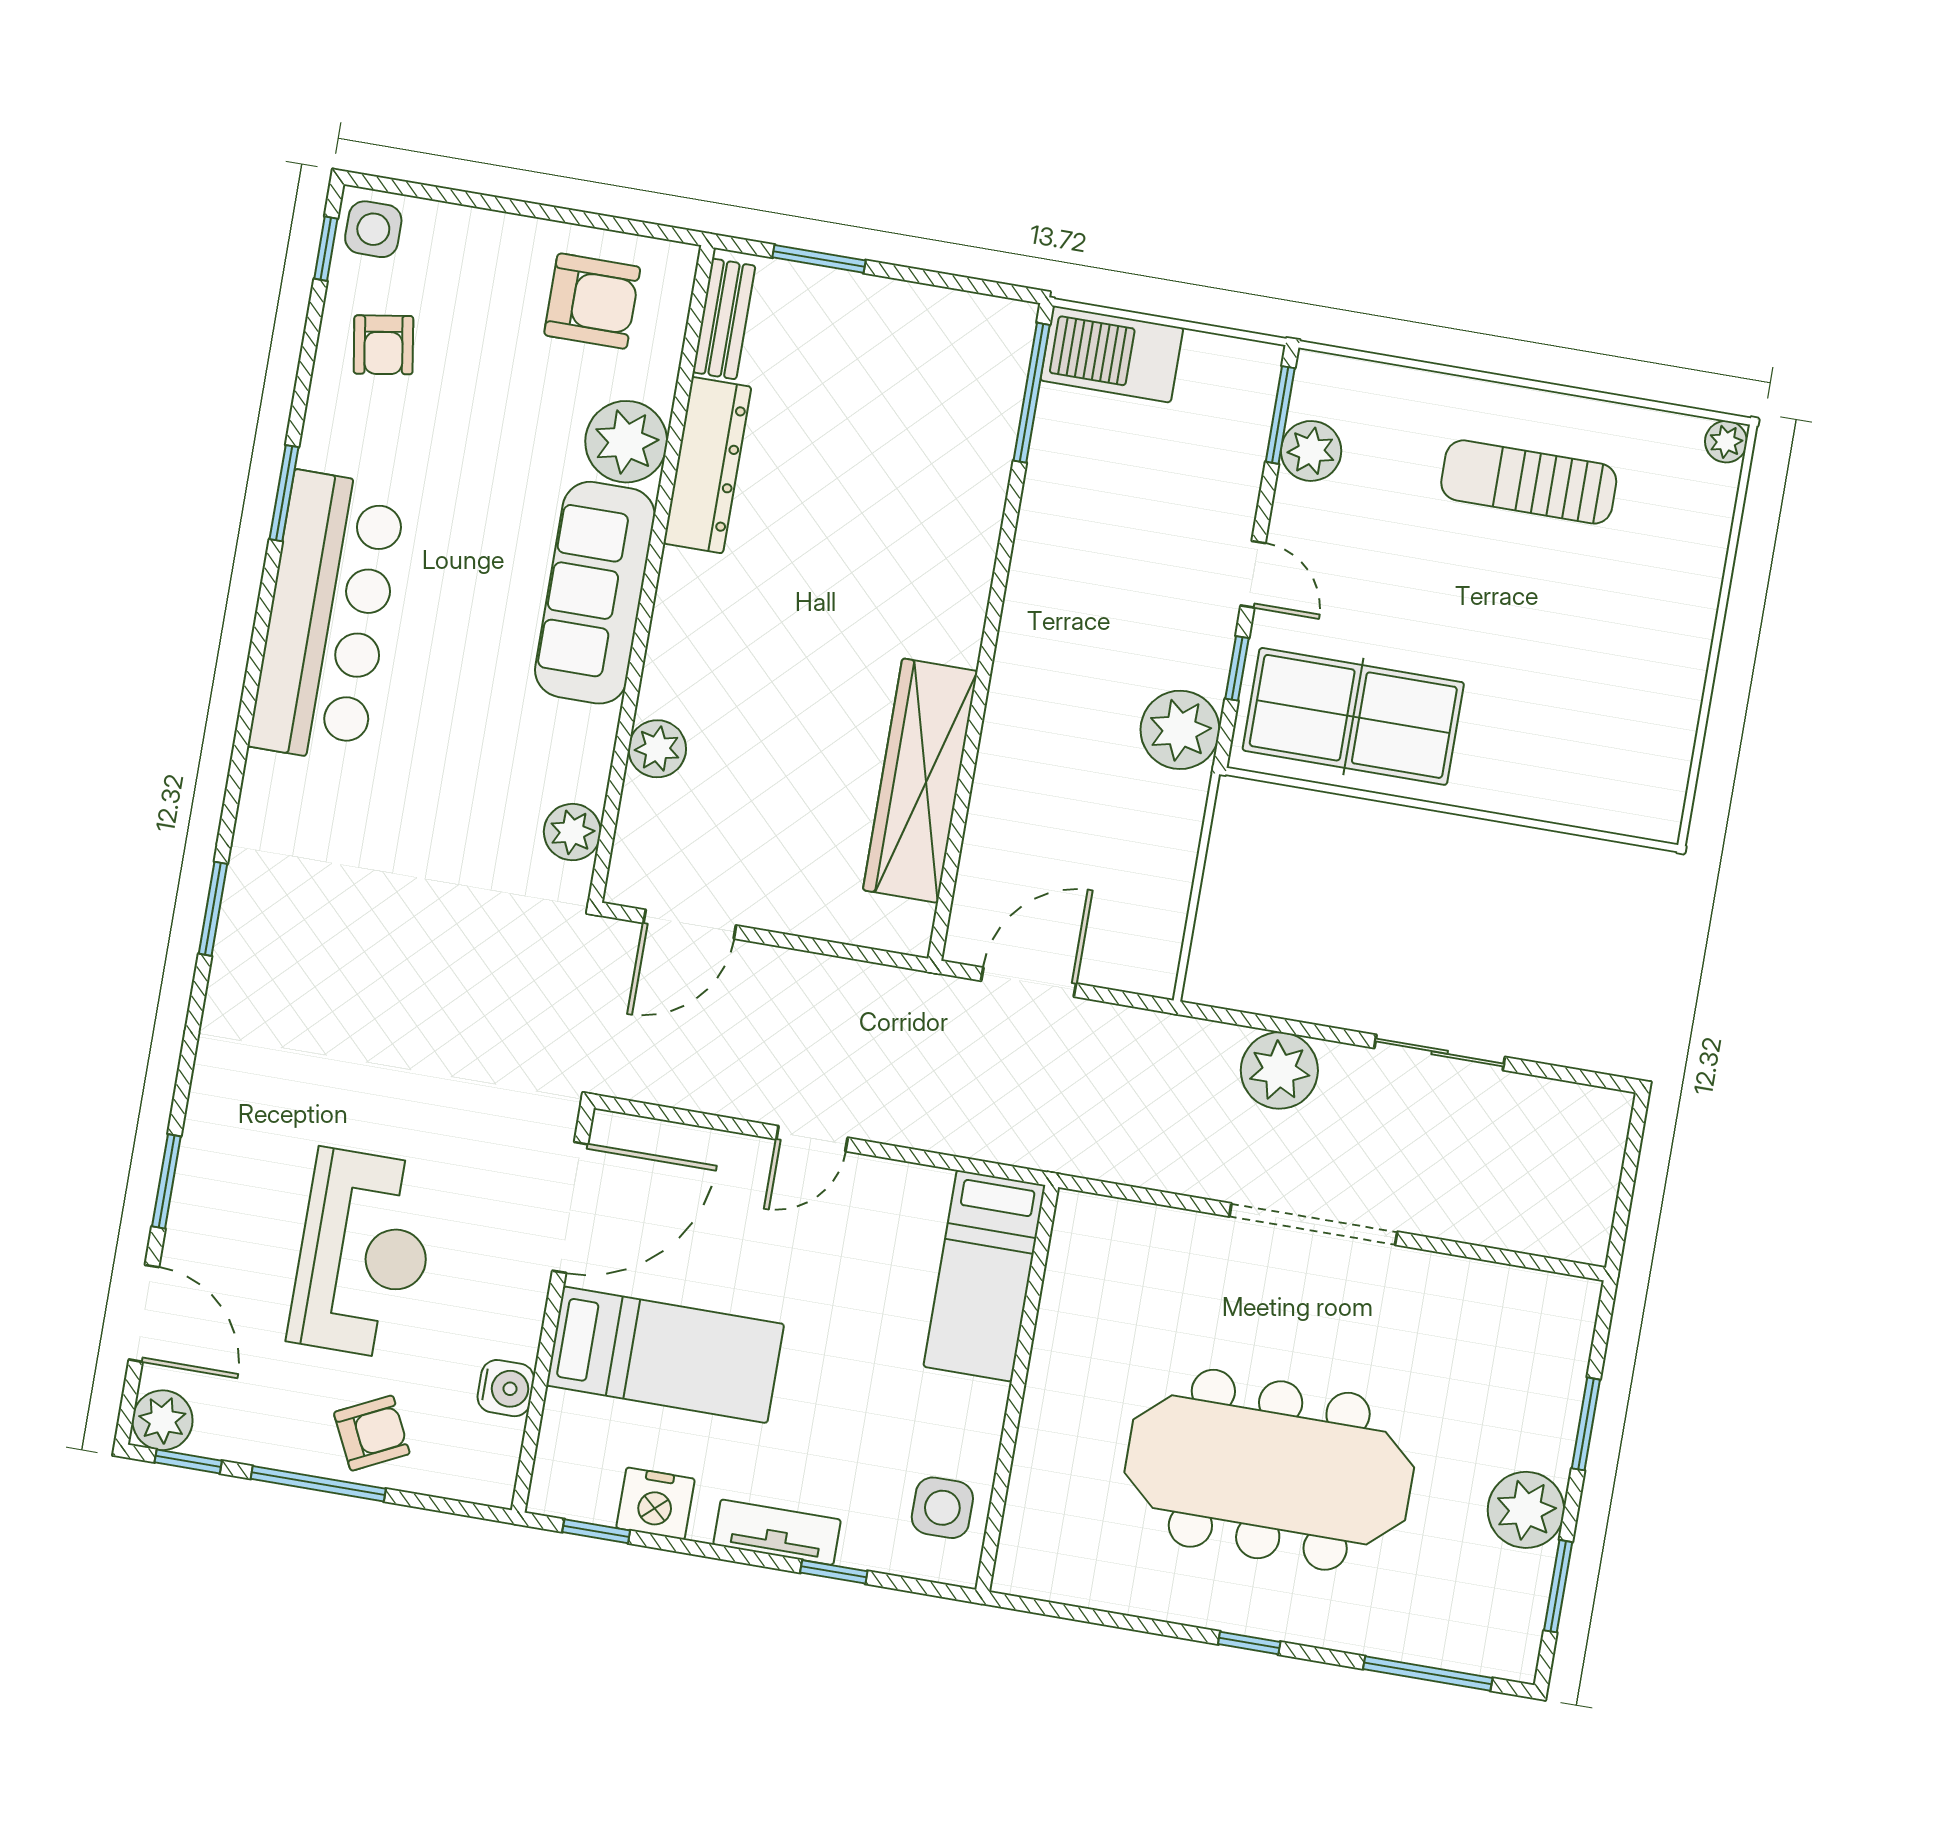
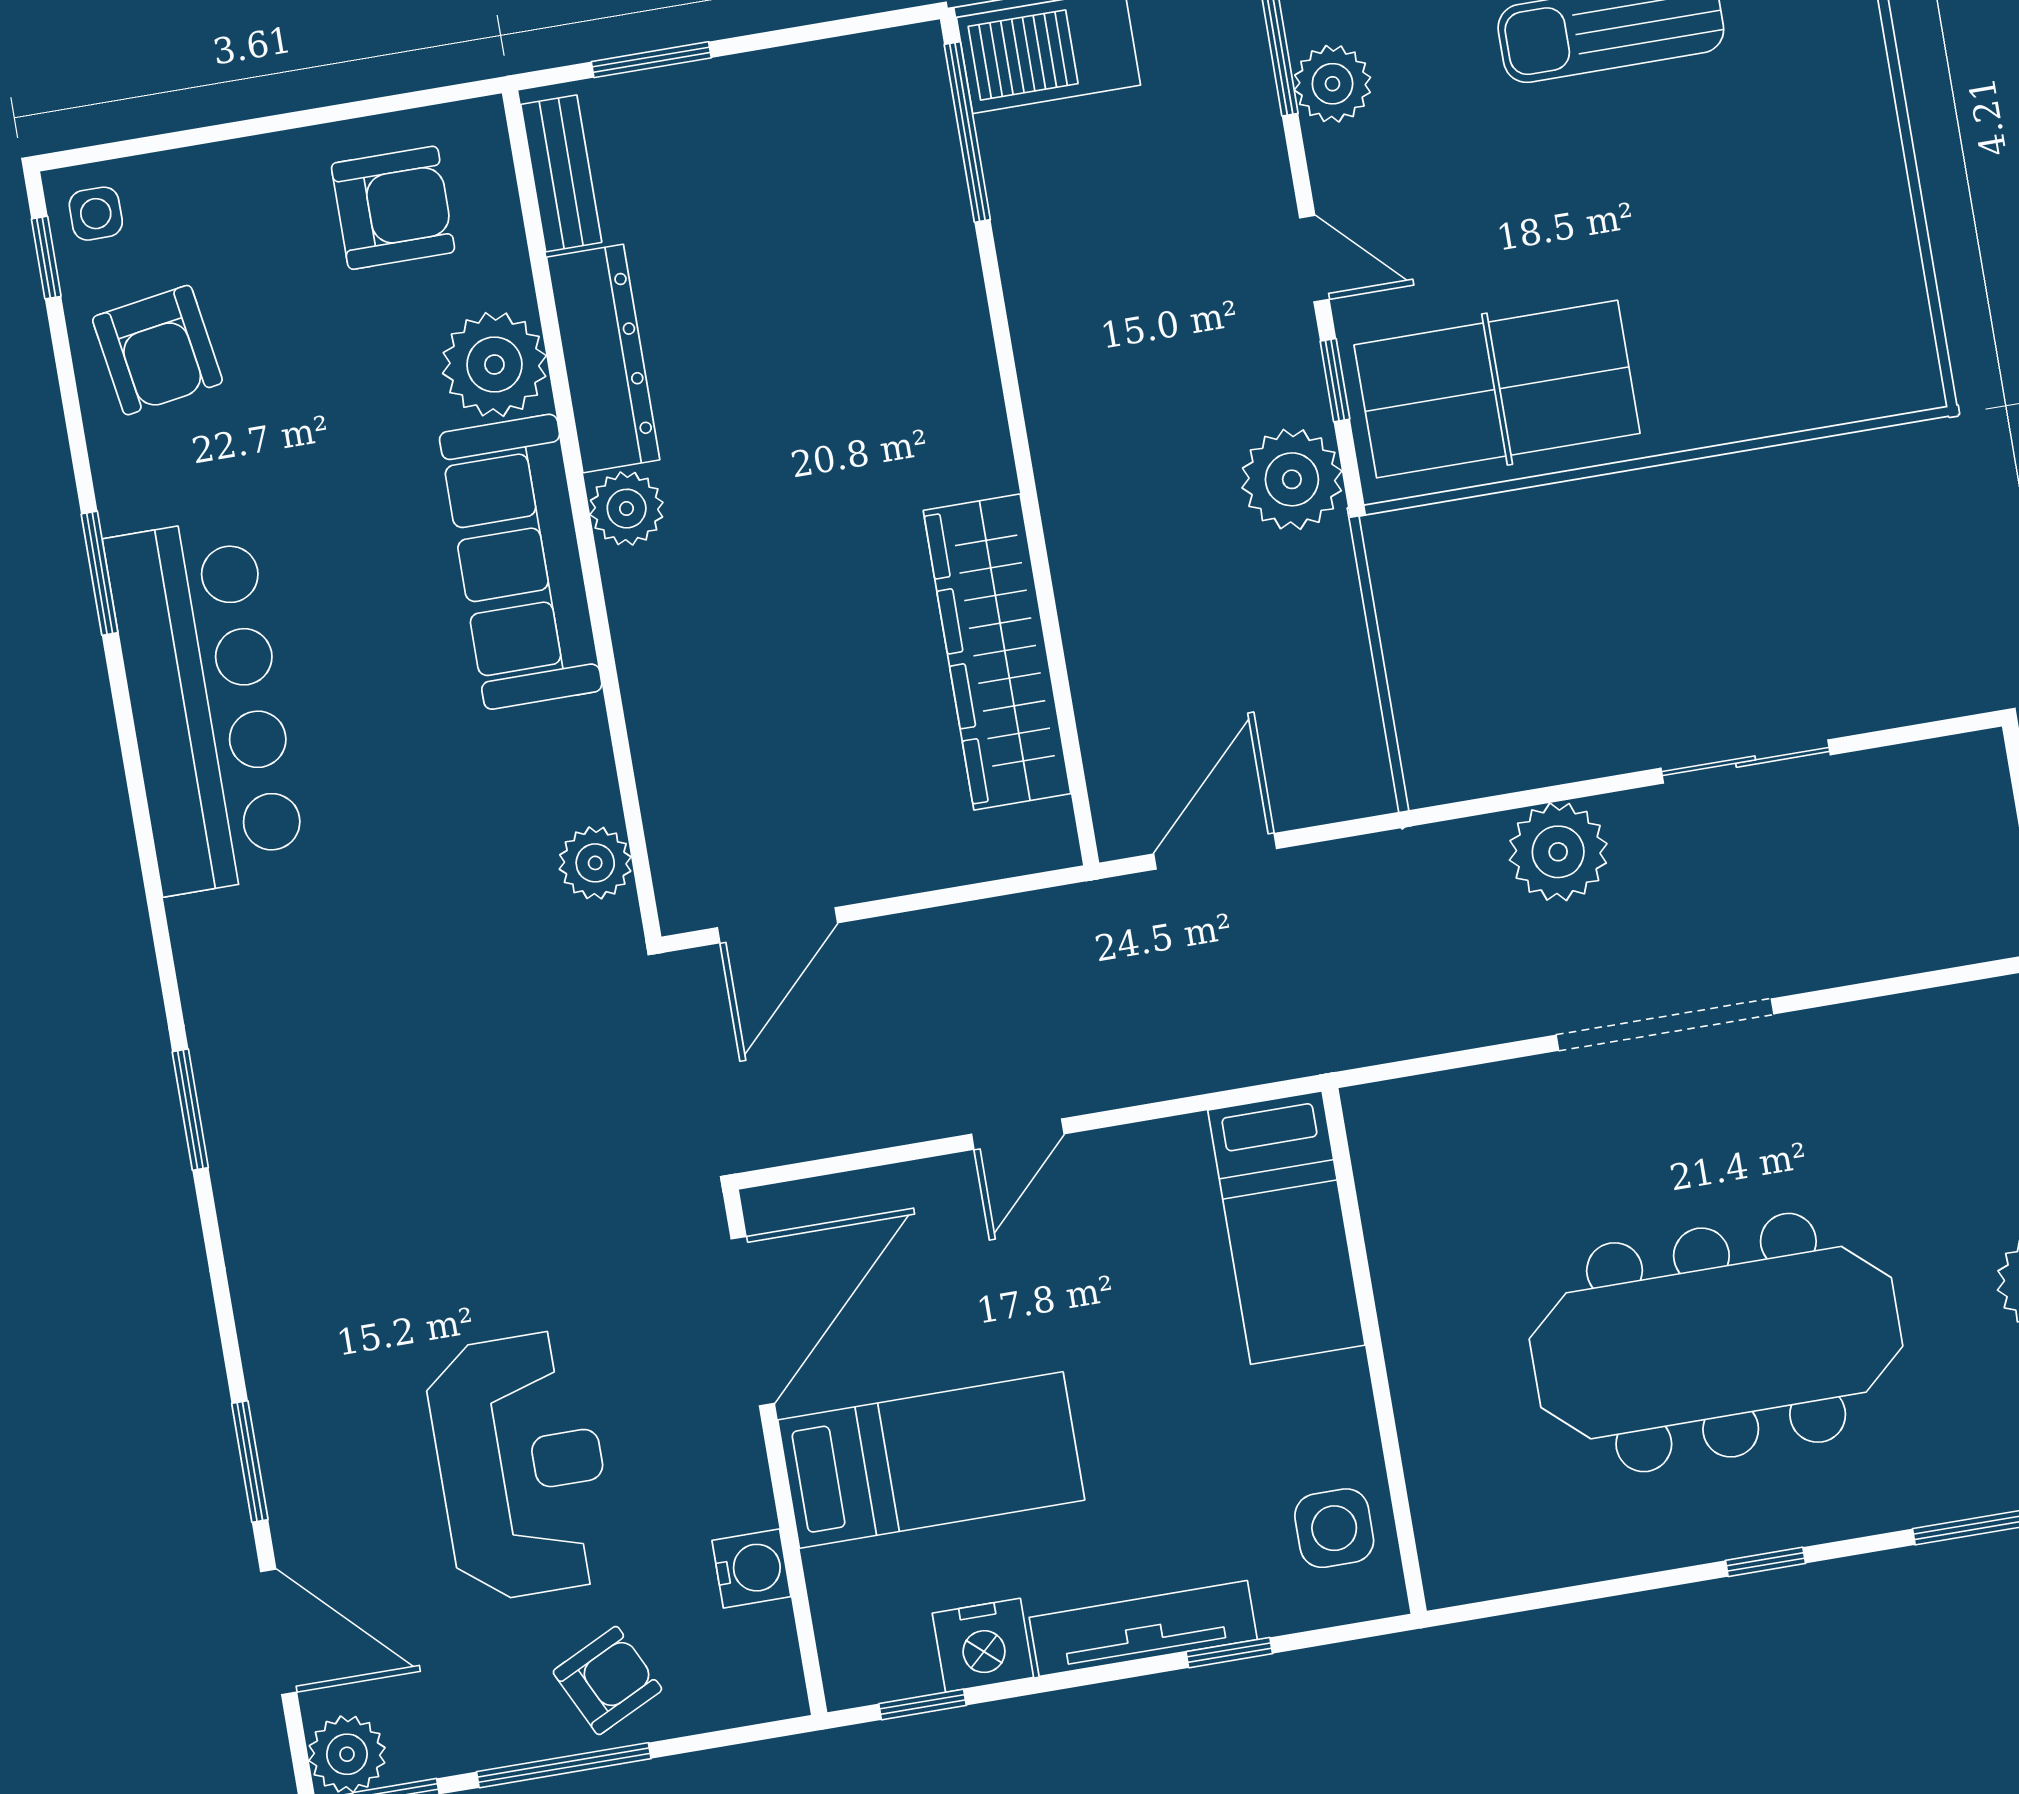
side table: (373, 229) -> (96, 214), width x0.73, depth x0.73
armchair: (383, 345) -> (157, 350), width x1.38, depth x1.38
plant: (657, 749) -> (627, 509), moved
tv unit: (777, 1532) -> (1143, 1628), width x1.41

